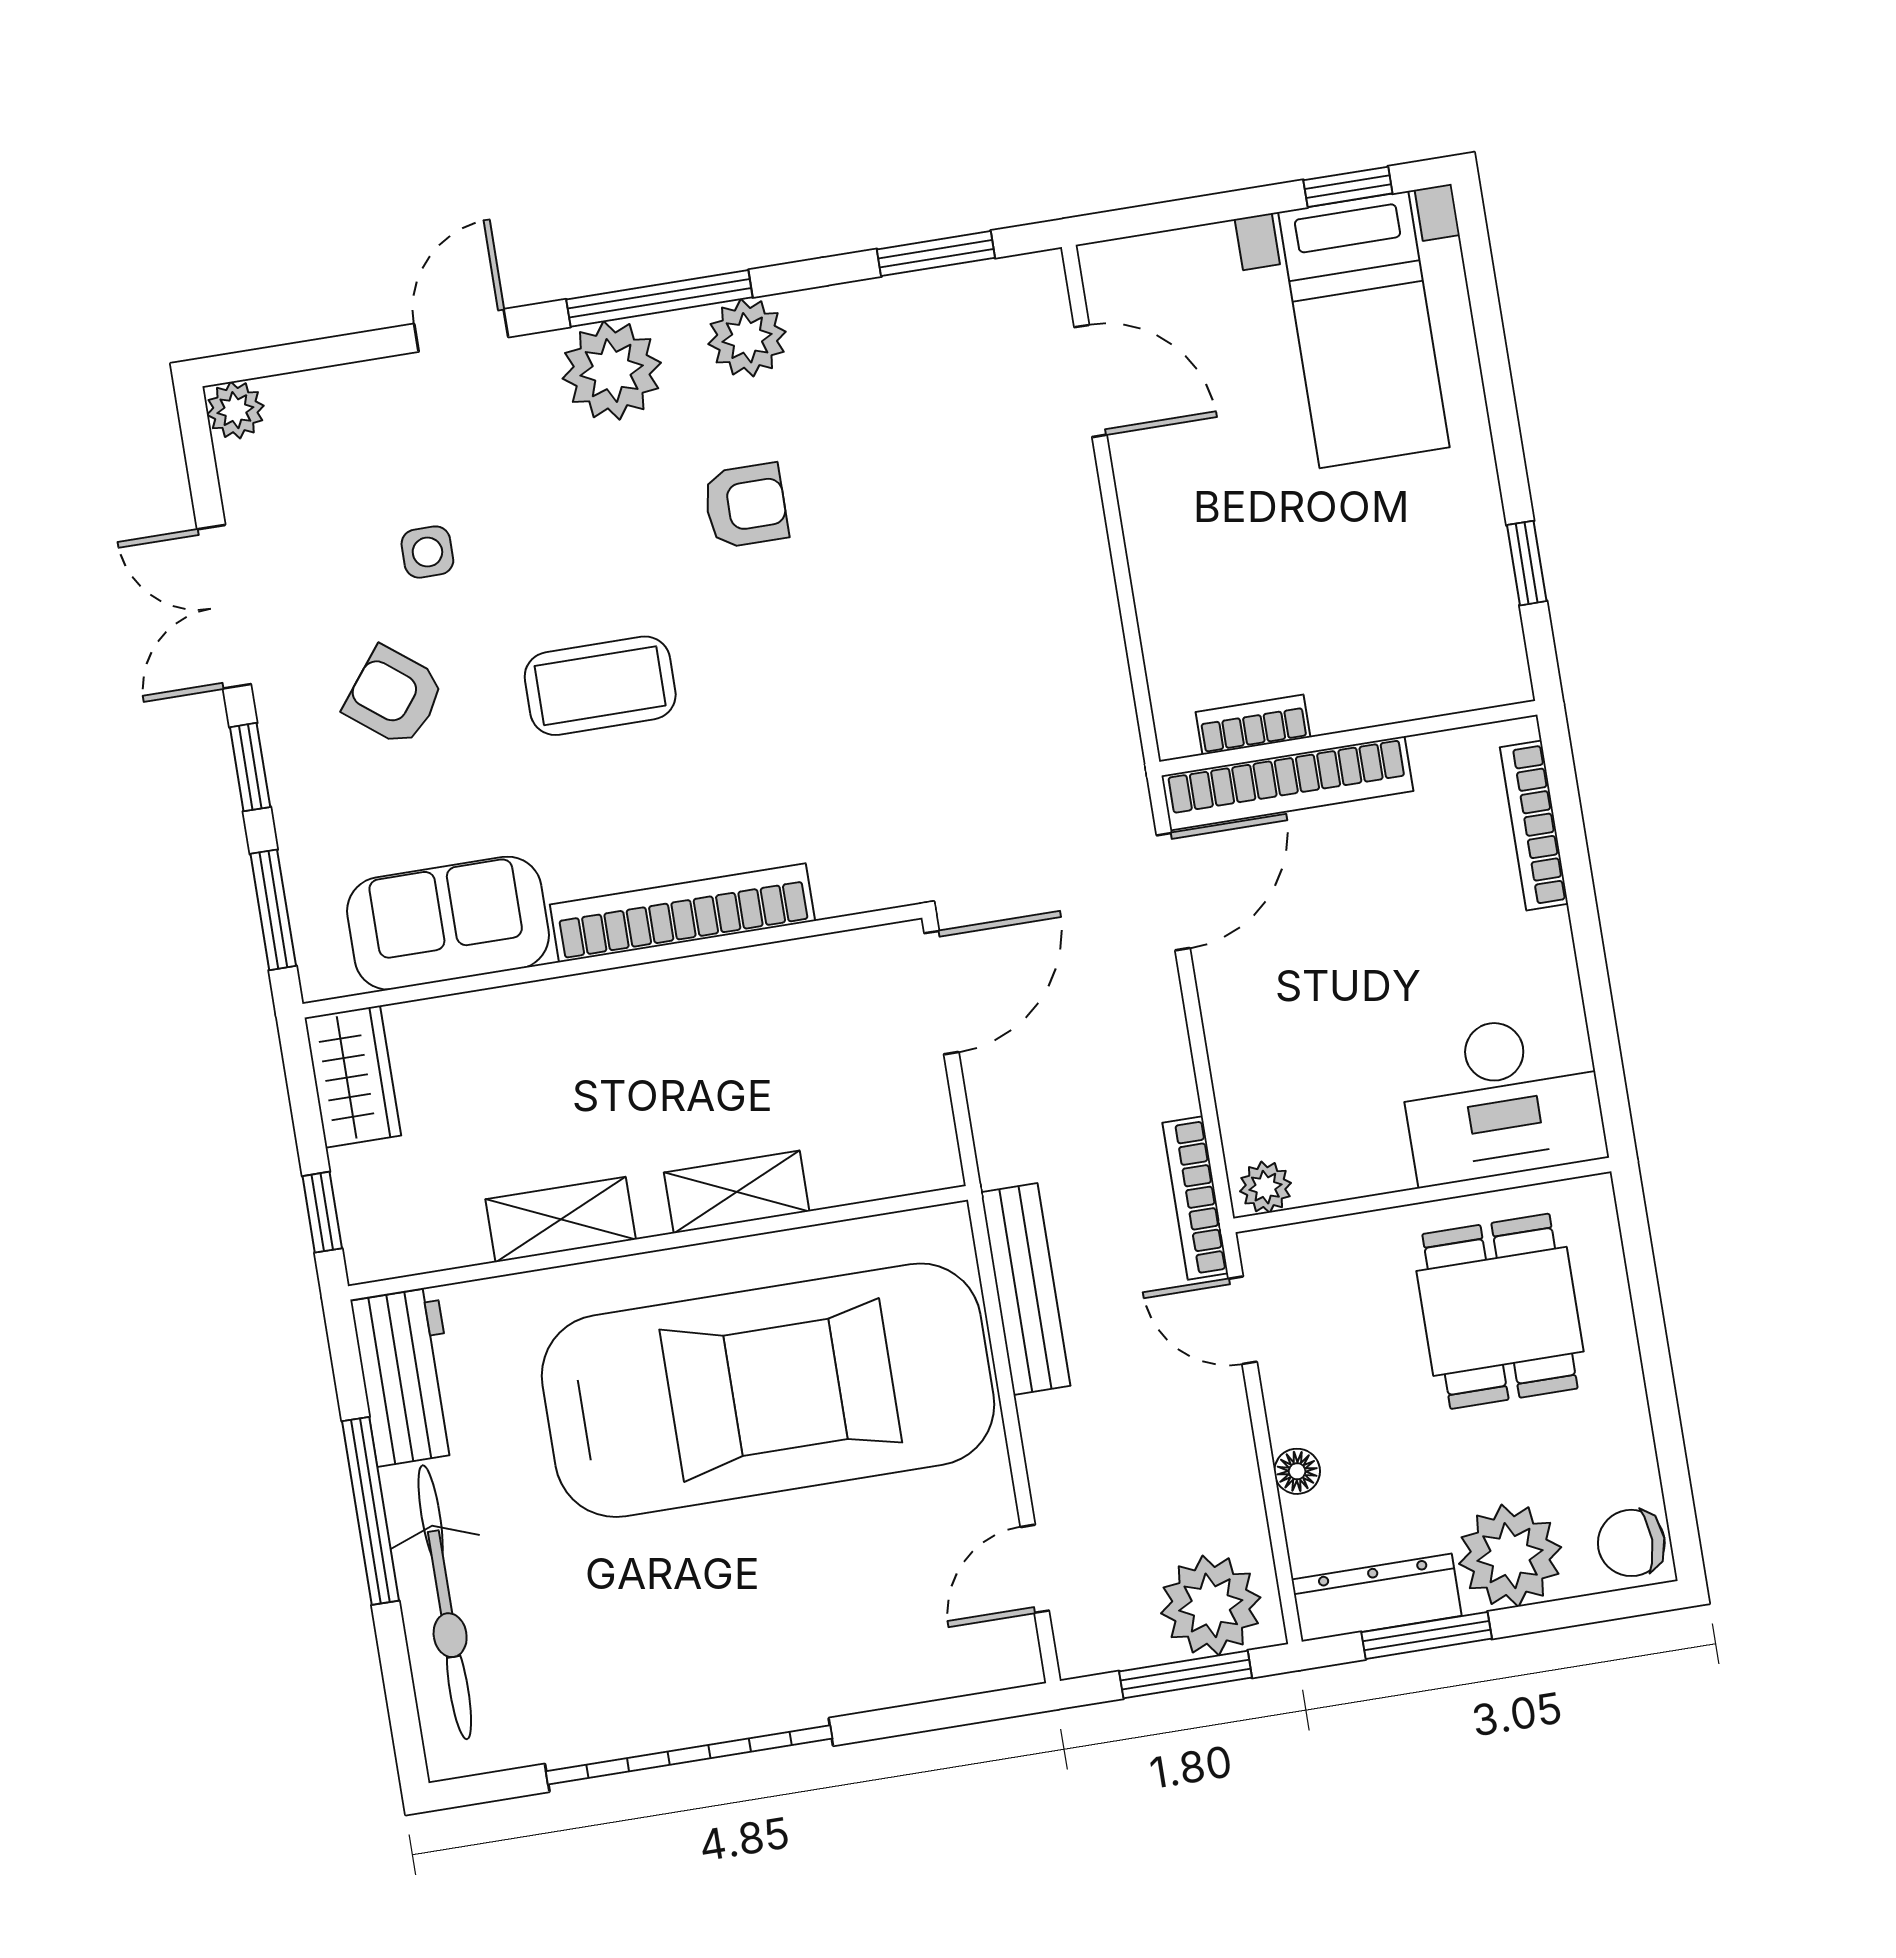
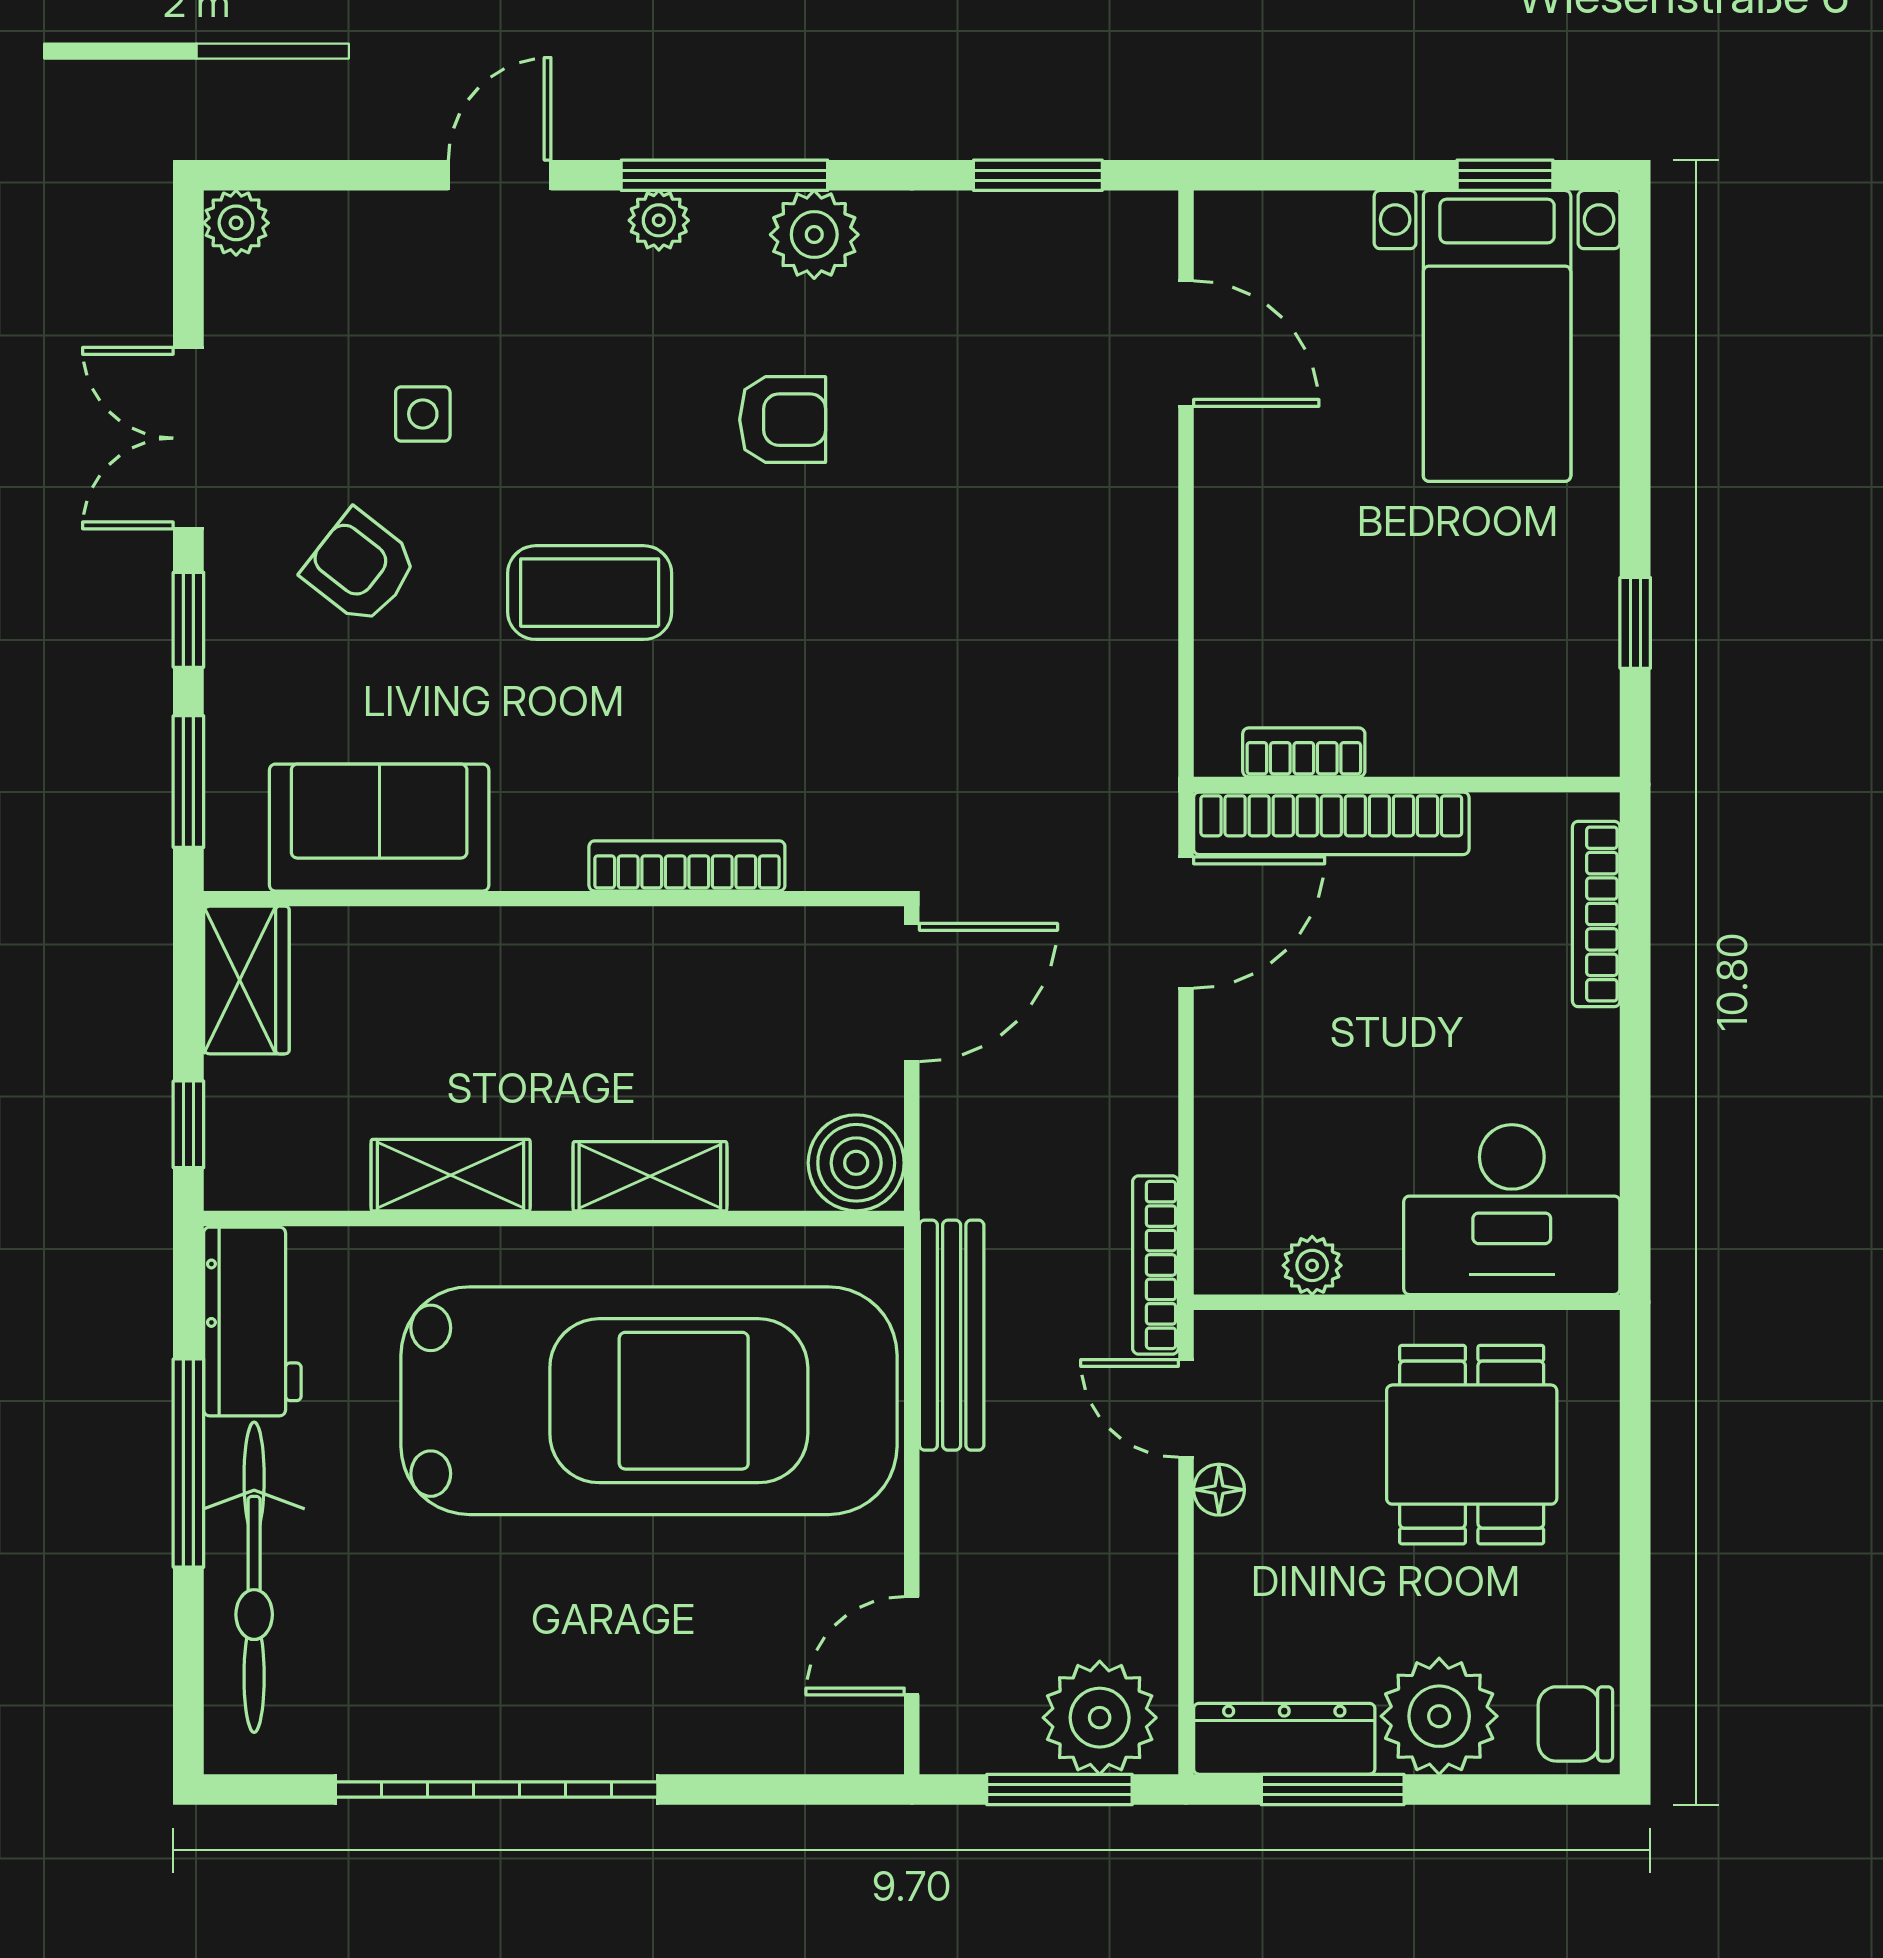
plant: (612, 371) -> (659, 220), width x0.53, depth x0.53
bookcase: (682, 913) -> (687, 866), width x0.68, depth x0.76
boiler: (917, 1151) -> (856, 1163), added
plant: (1265, 1187) -> (1312, 1265), moved
floor lamp: (1297, 1471) -> (1219, 1490), moved

